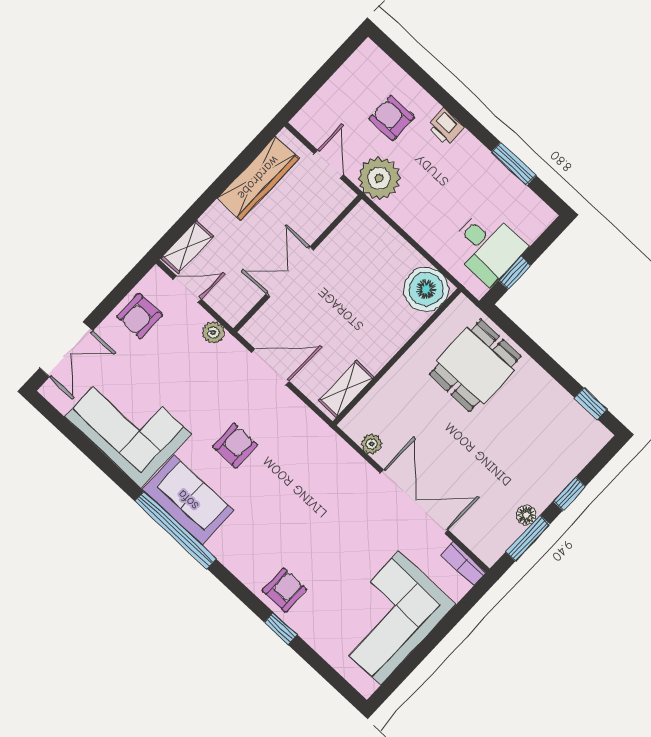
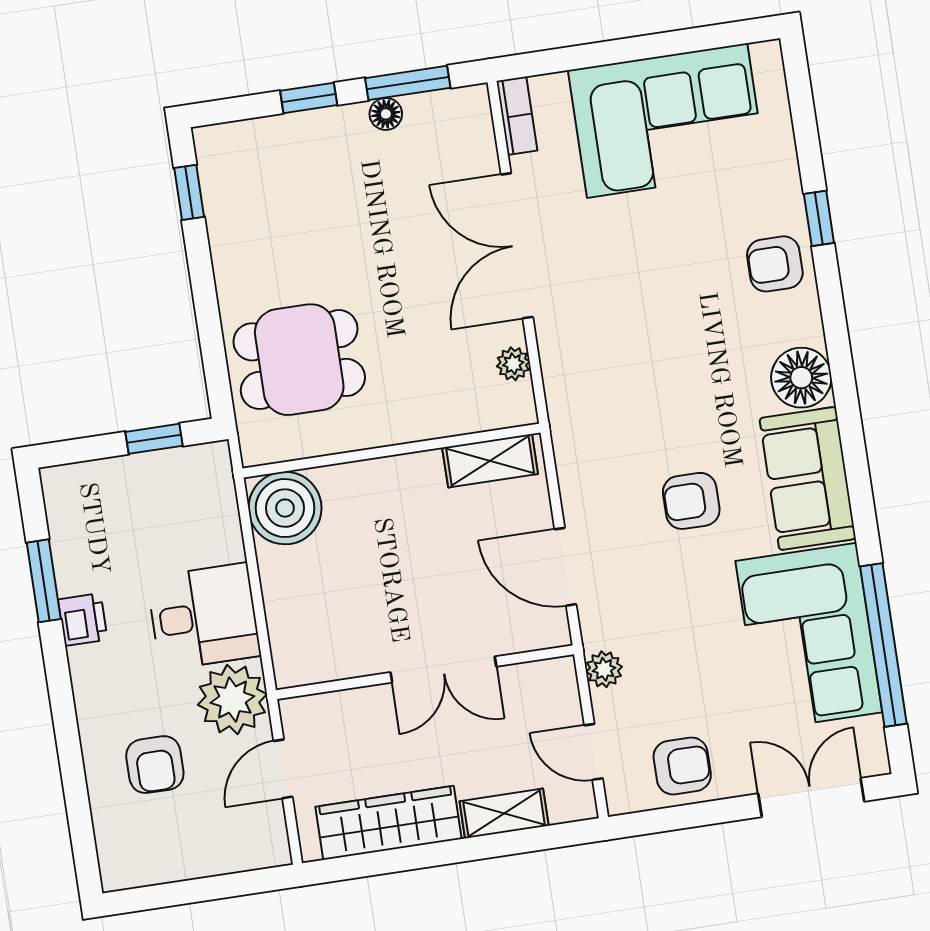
printer: (445, 127) -> (83, 619), moved
desk: (488, 246) -> (204, 617), moved, turned 90
shelving: (187, 247) -> (504, 813), moved
window: (175, 530) -> (883, 645), moved
floor lamp: (229, 546) -> (801, 378), added

